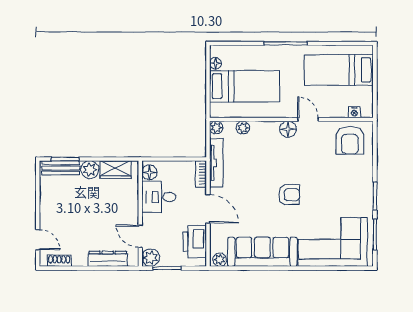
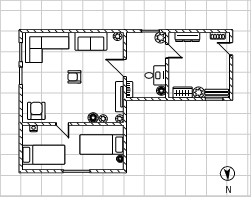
floor lamp: (288, 129) -> (93, 118), moved
printer: (195, 242) -> (133, 48), removed
sofa: (262, 252) -> (91, 41), width x0.73

